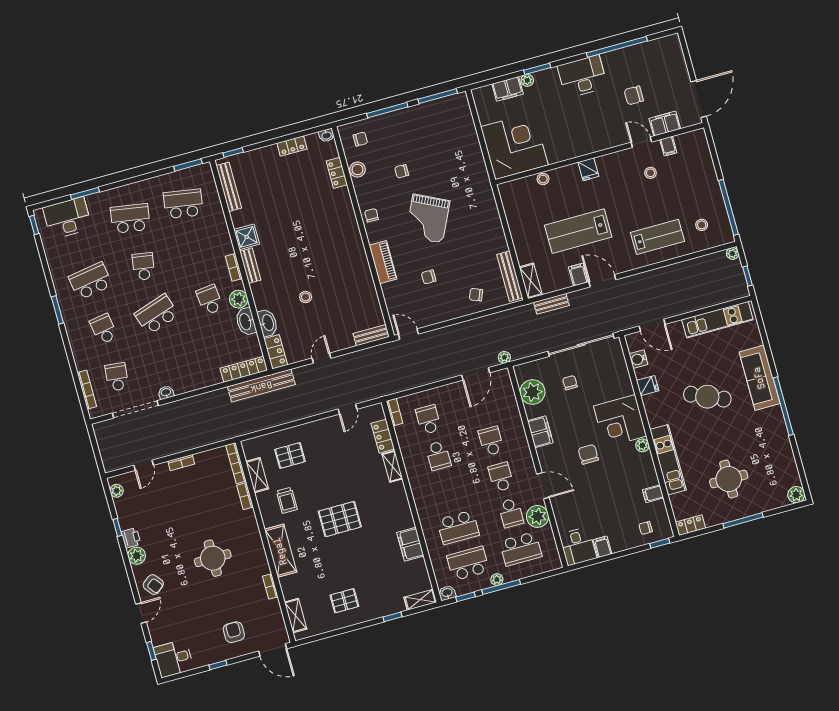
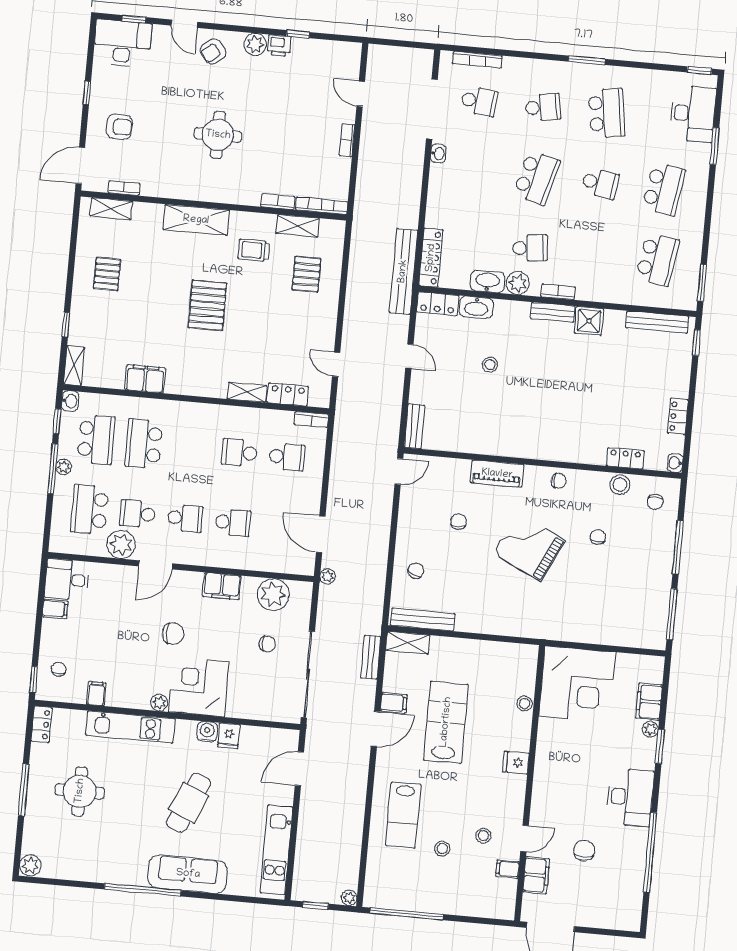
stool: (702, 225) -> (442, 849), moved
school desk: (157, 314) -> (537, 178), turned 33
water cooler: (638, 359) -> (207, 732), moved
plant: (117, 491) -> (342, 50), removed
bookcase: (270, 586) -> (124, 188), moved
desk: (174, 658) -> (123, 43), width x1.37

